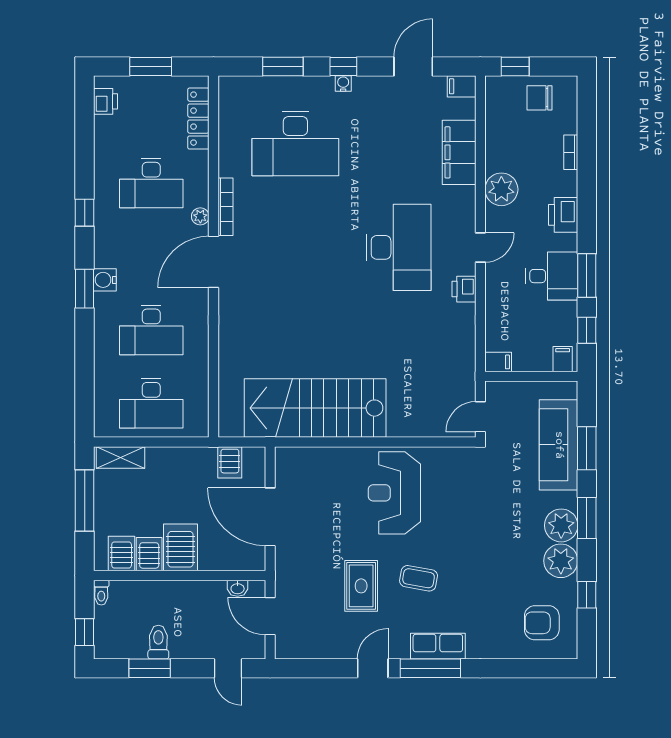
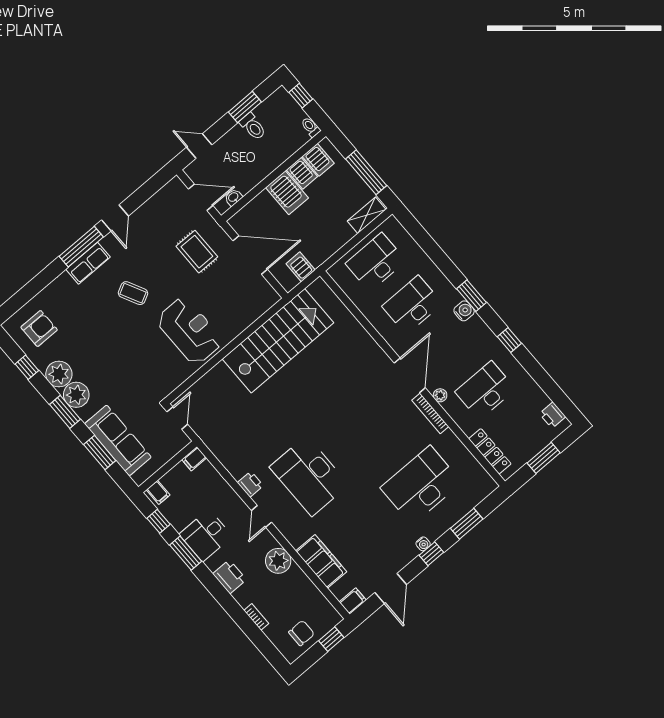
coffee table: (419, 578) -> (133, 293), turned 53
rug: (361, 586) -> (197, 252), moved

